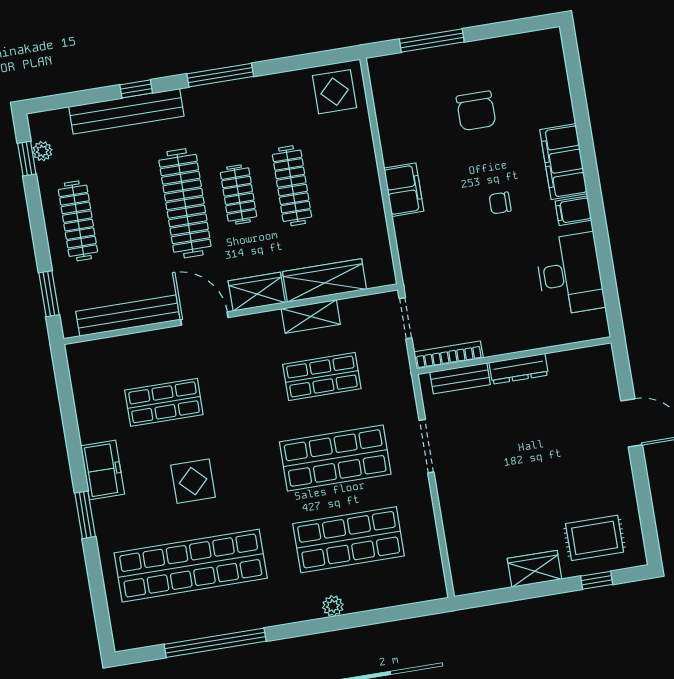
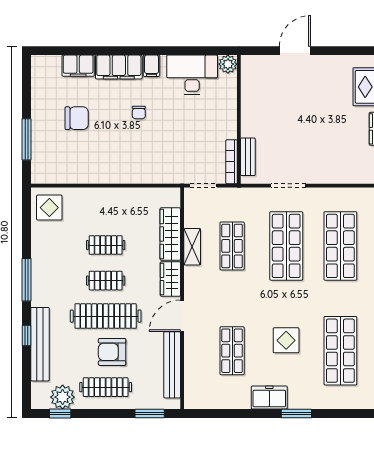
plant: (42, 151) -> (63, 397), width x1.88, depth x1.88
clothes rail: (292, 186) -> (106, 245), width x0.73
filing cabinet: (404, 190) -> (78, 66), moved, turned 180
armchair: (133, 222) -> (112, 352), added
plant: (595, 325) -> (228, 64), added
dresser: (519, 369) -> (248, 118), removed
shop shelf: (191, 566) -> (340, 351), width x0.71

